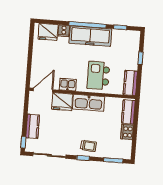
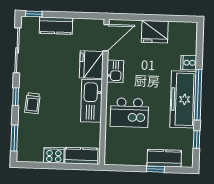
fridge: (48, 32) -> (155, 32), moved, turned -90
kitchen island: (98, 75) -> (129, 113), turned 180
kitchen counter: (130, 83) -> (164, 158), moved
door: (43, 90) -> (106, 38), hinge flipped

